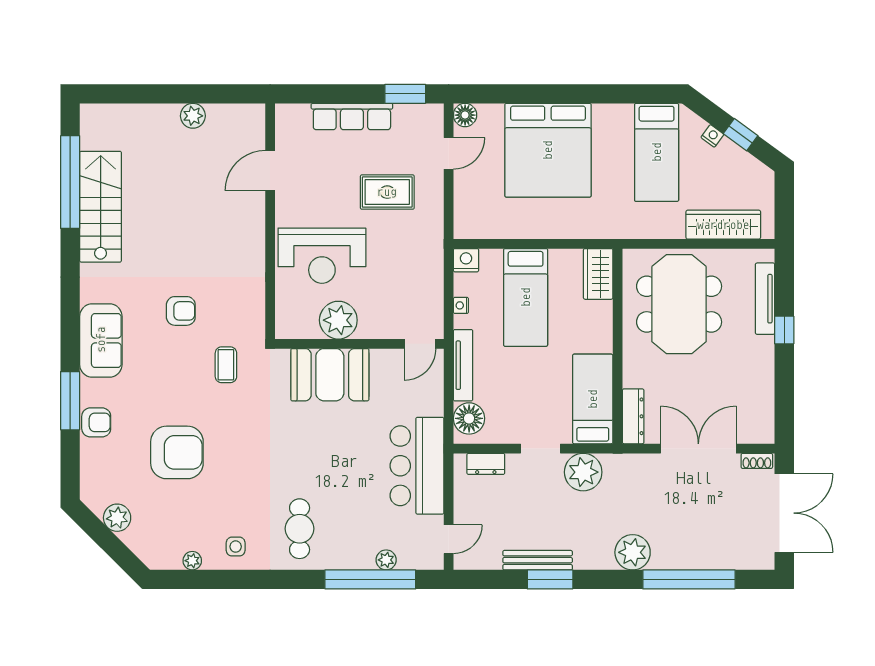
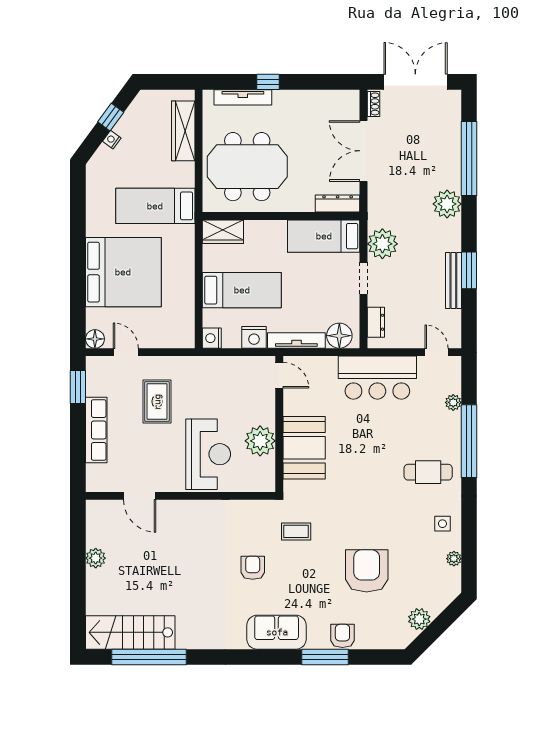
bed: (657, 152) -> (155, 206), moved, turned 180
stairs: (101, 207) -> (130, 632), moved
nightstand: (461, 305) -> (254, 337), width x1.89, depth x1.79
window: (370, 579) -> (469, 441), moved

